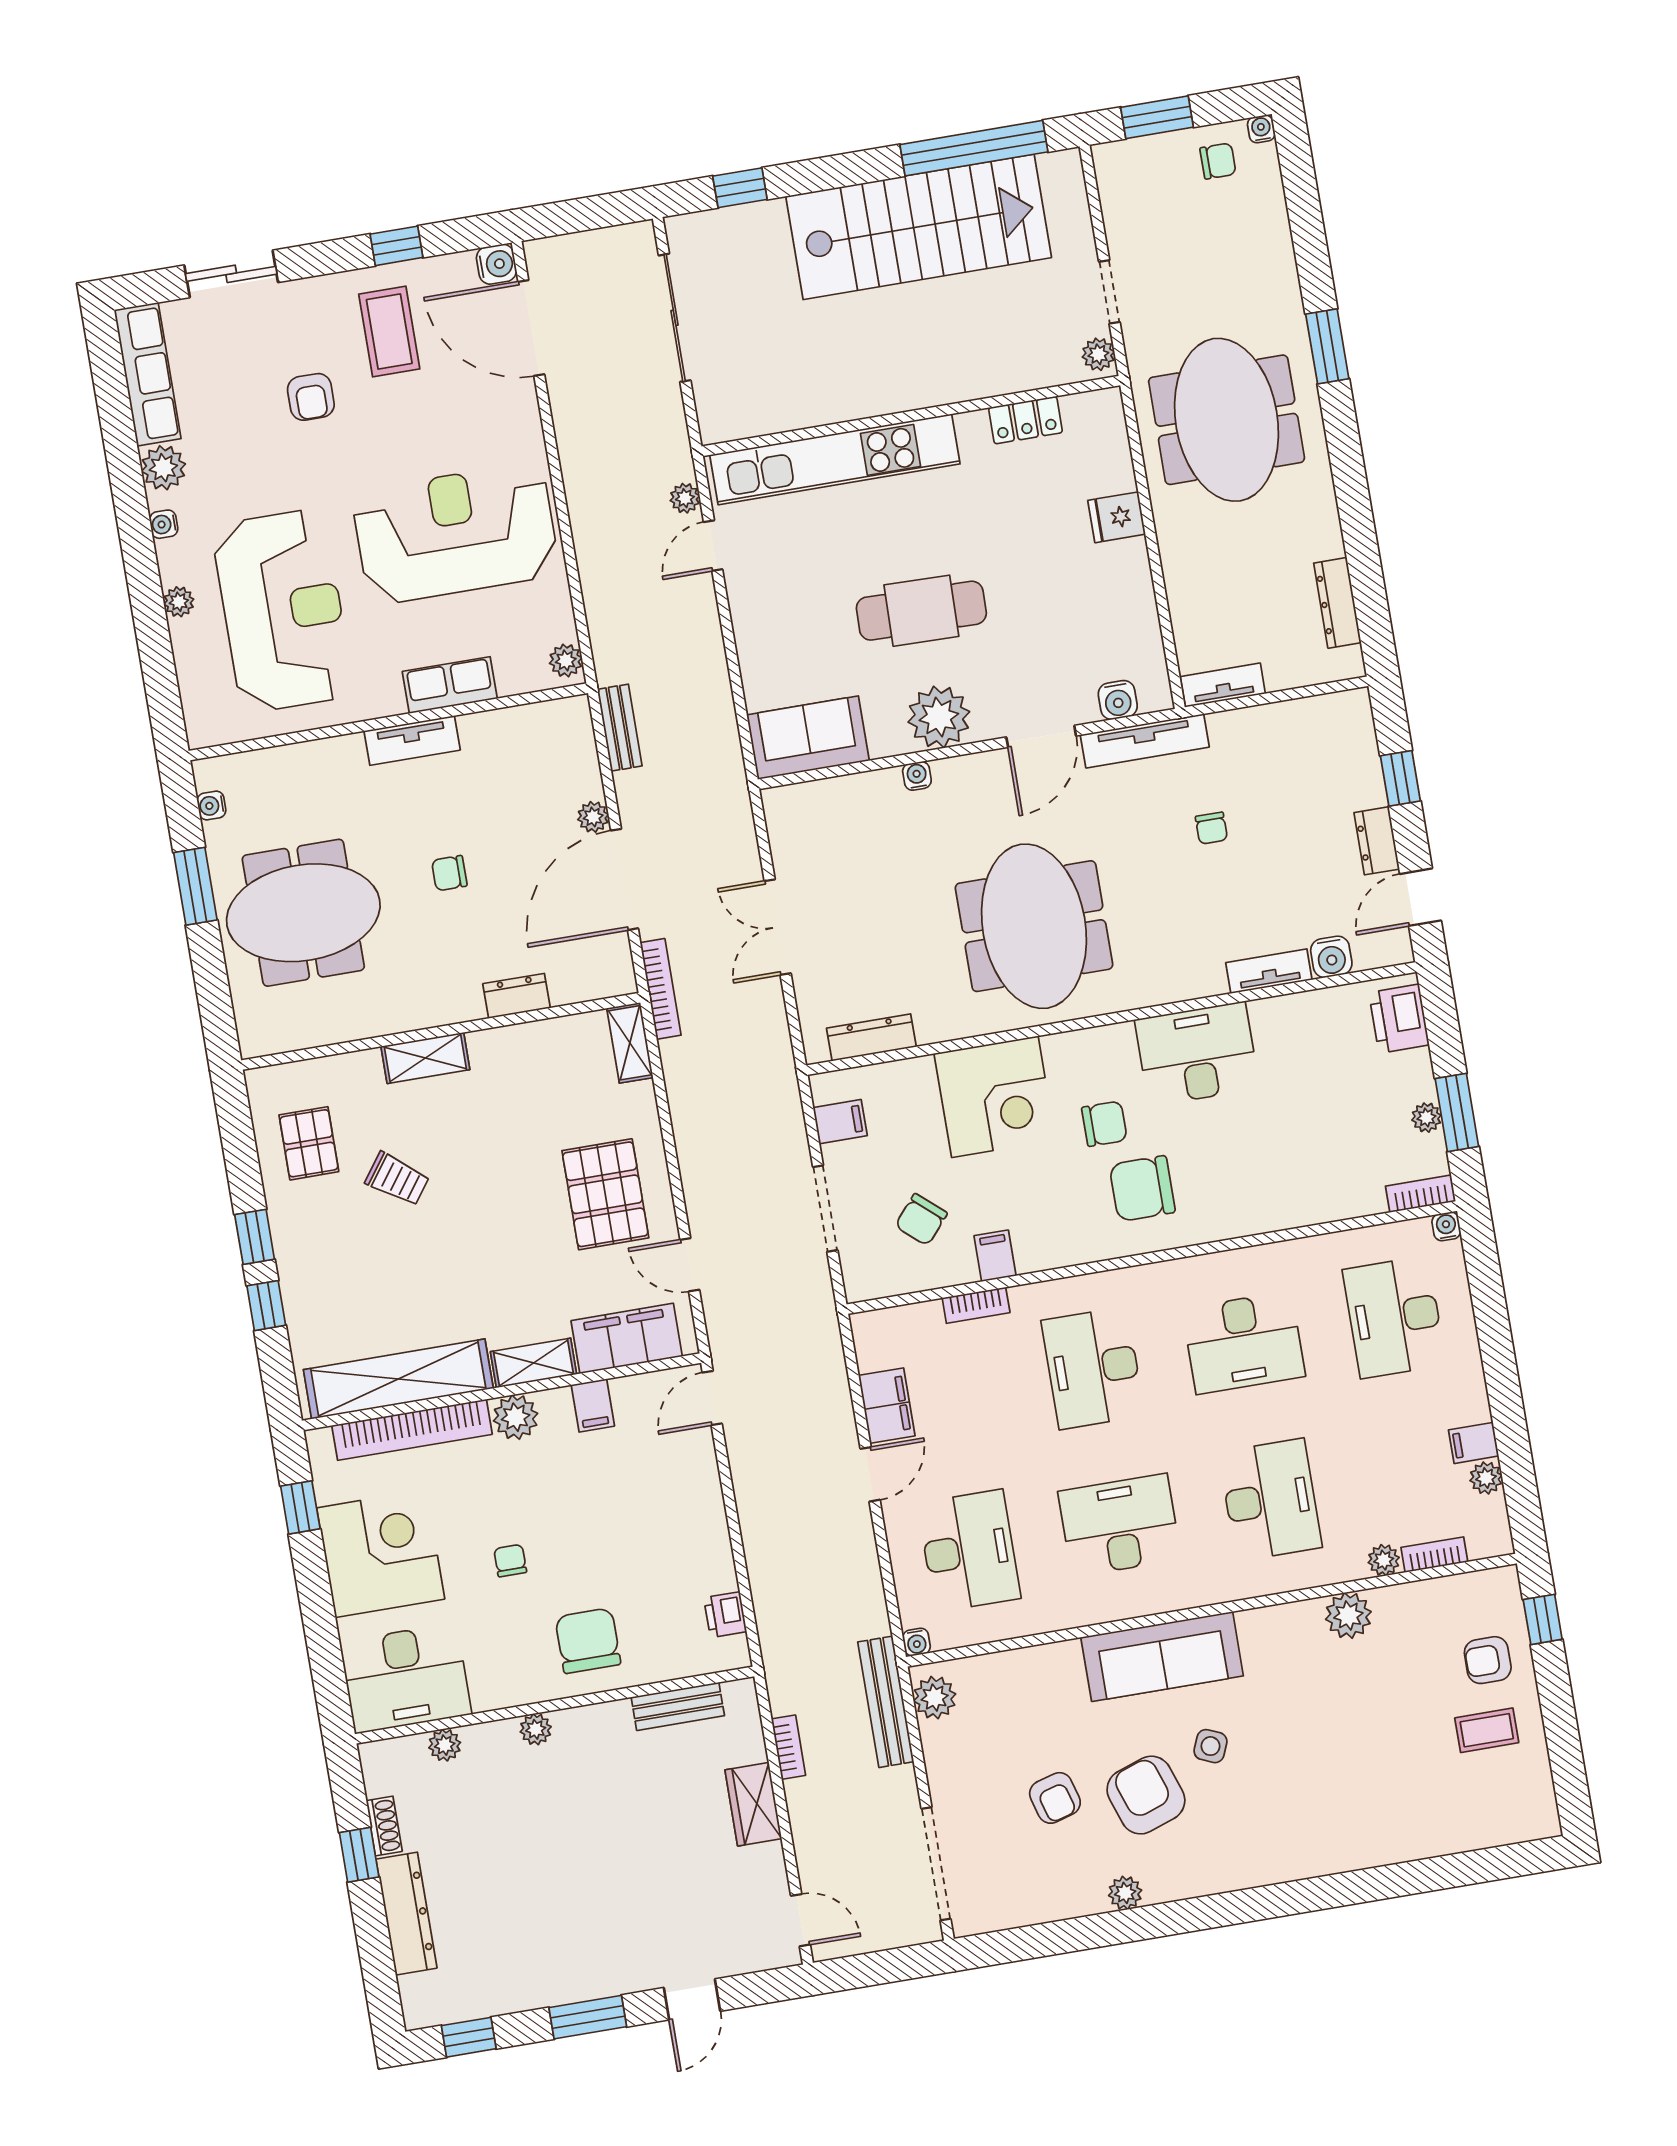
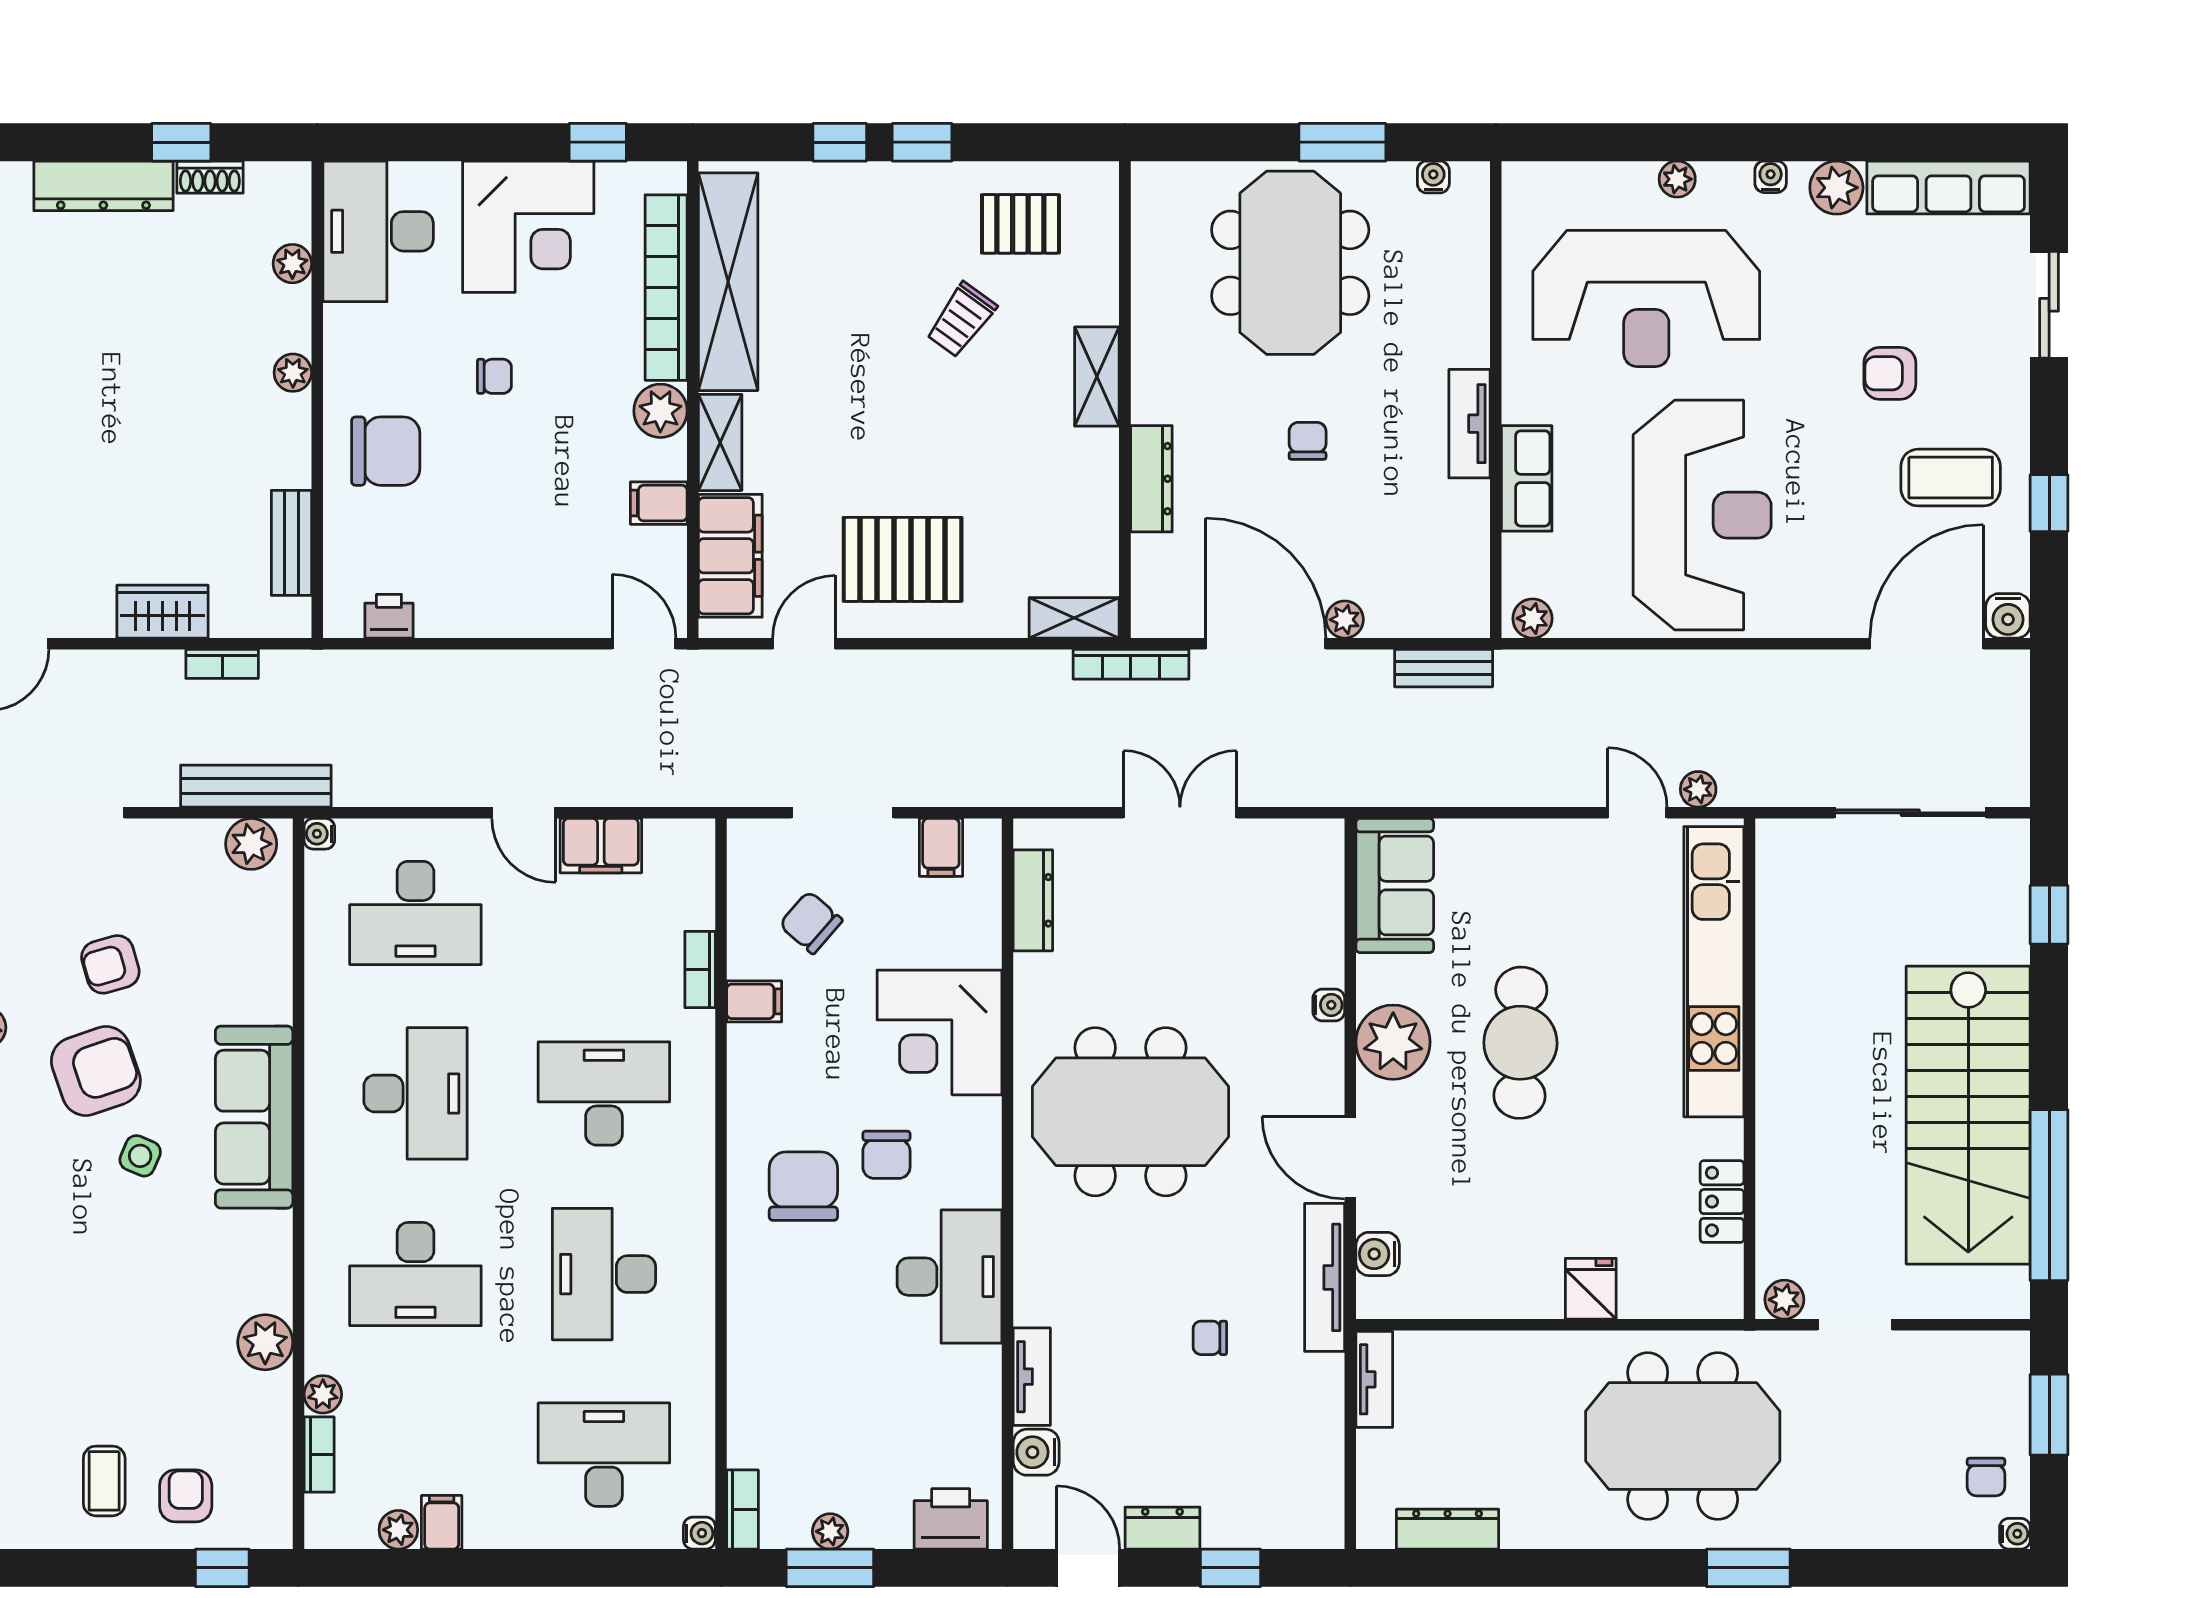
dresser: (516, 996) -> (1151, 479), width x1.44

